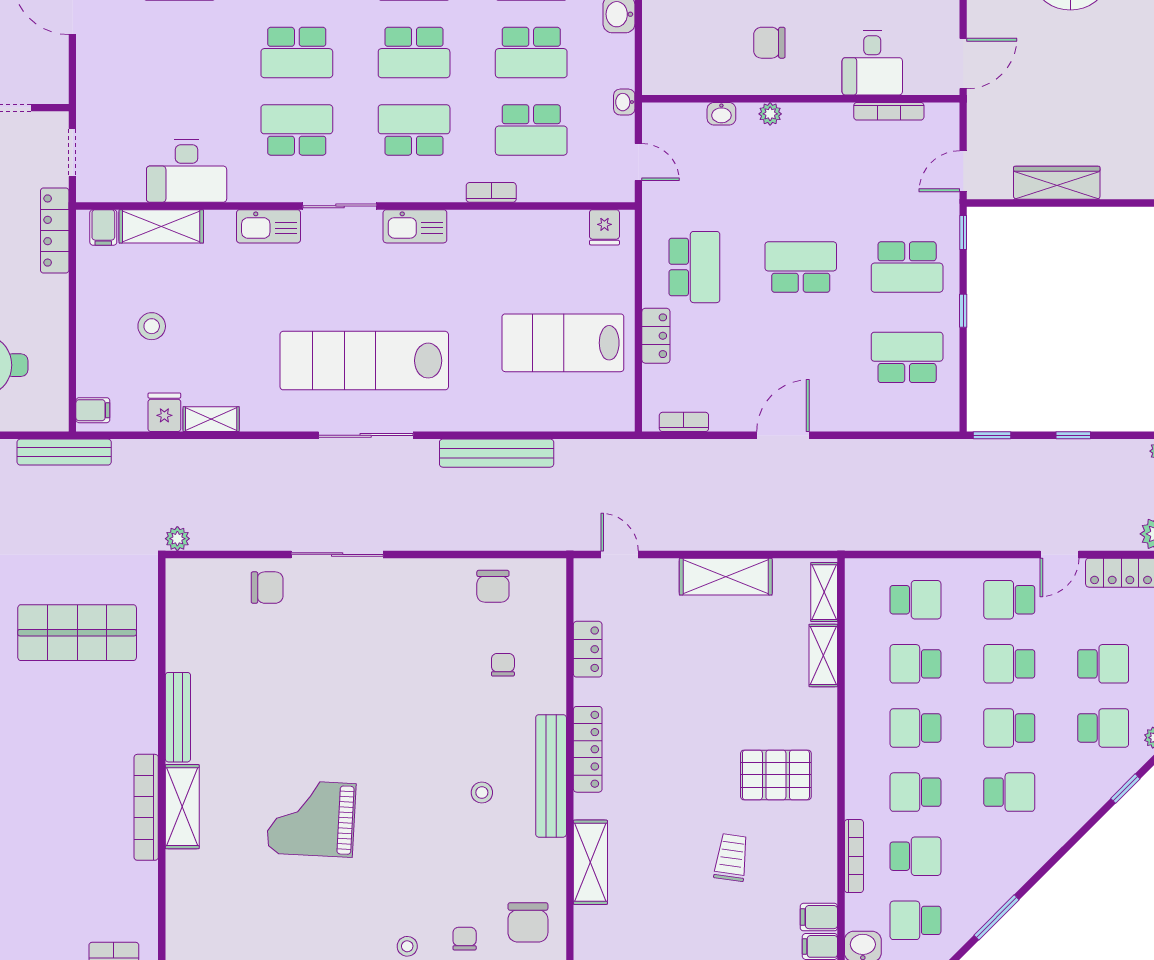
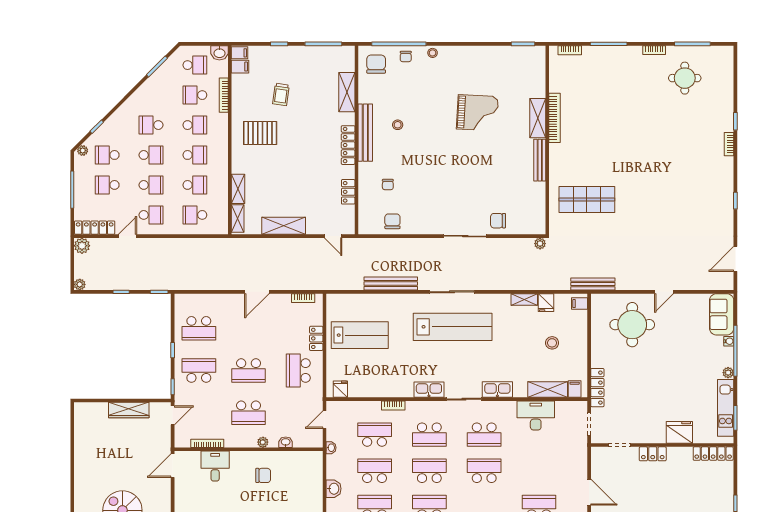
door: (638, 162) -> (324, 420), hinge flipped
school desk: (801, 177) -> (249, 413), added

